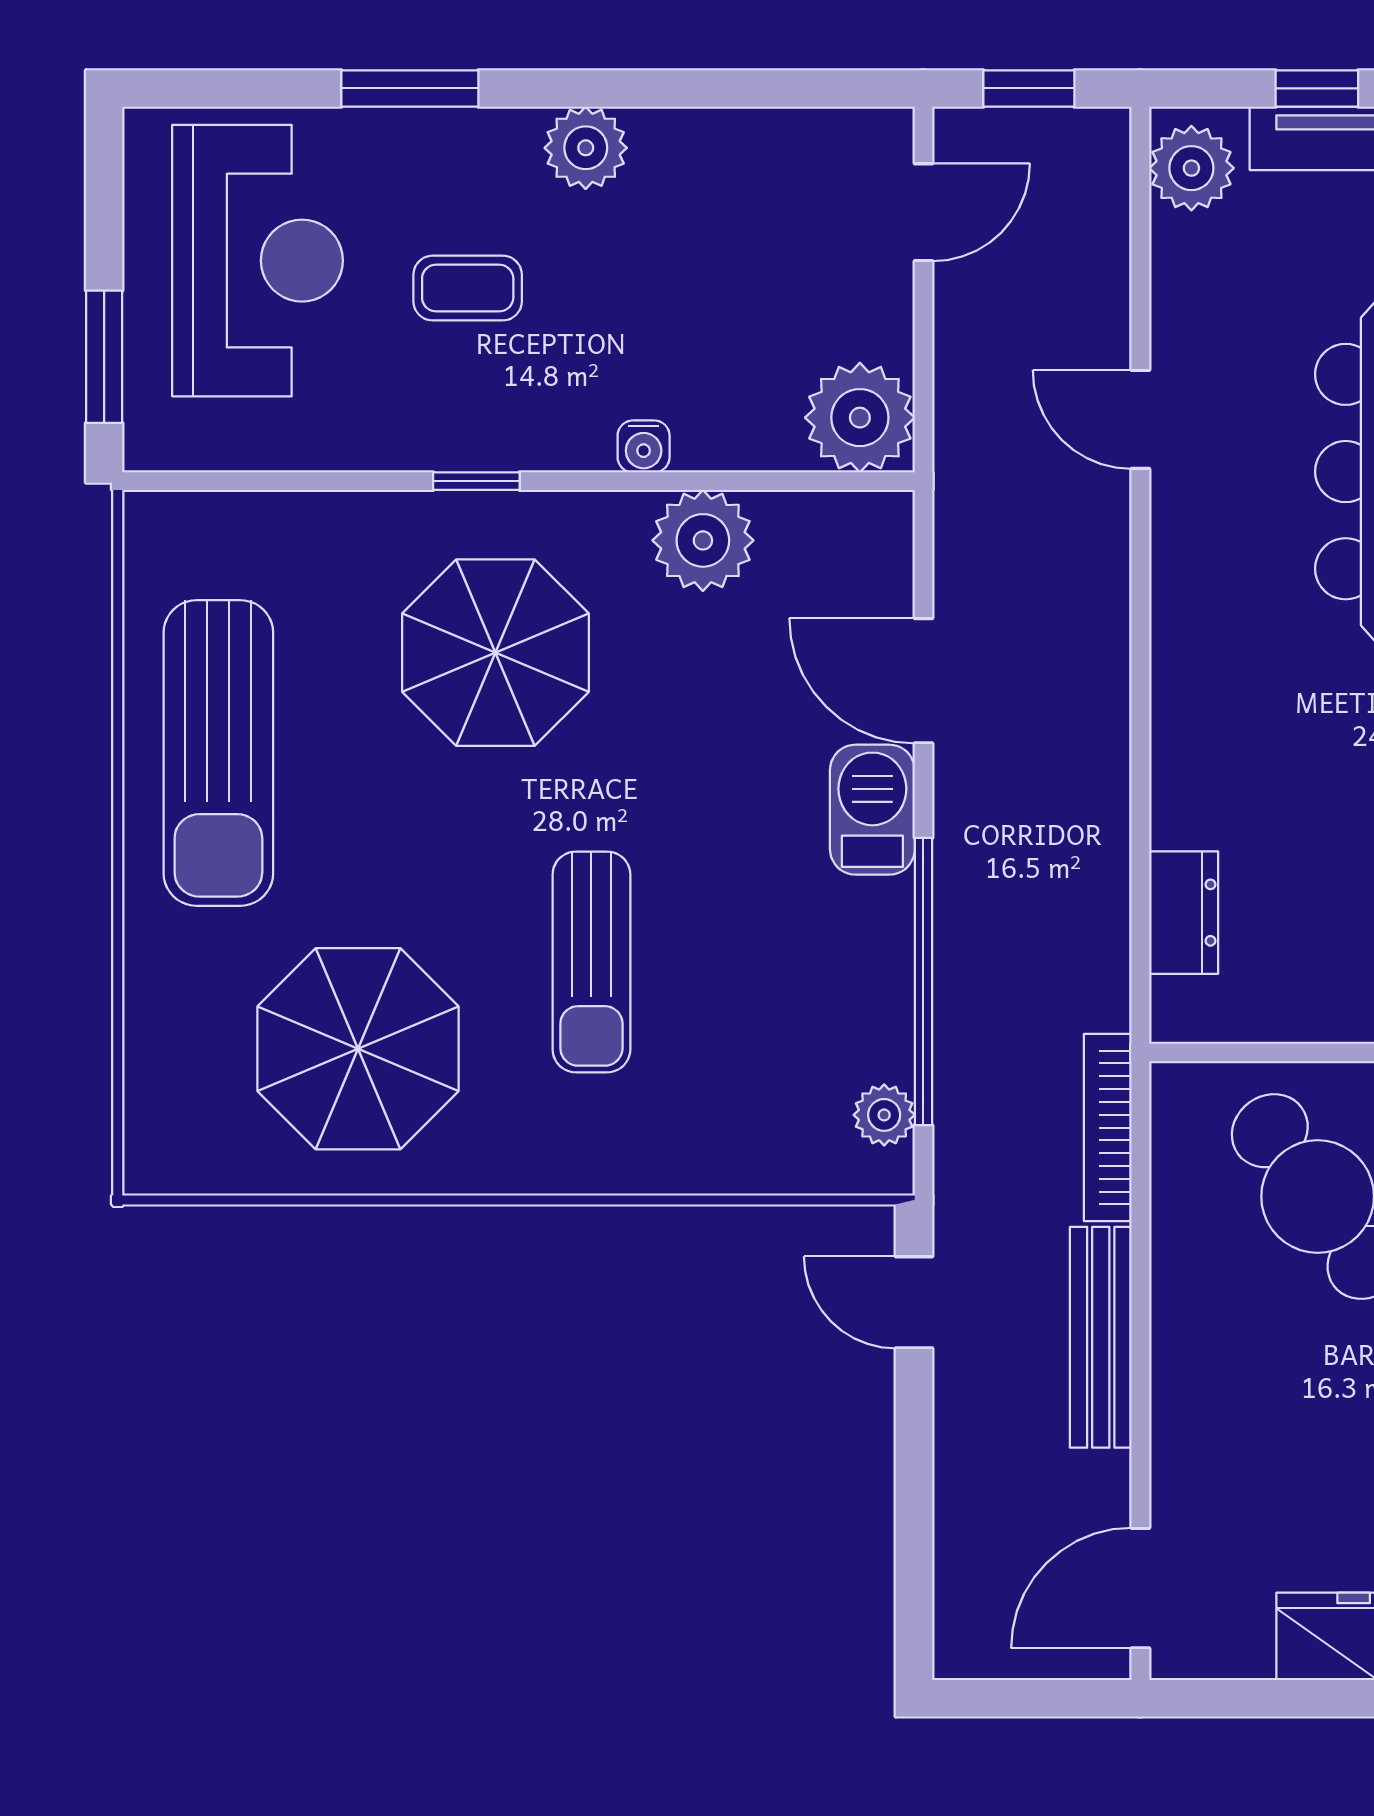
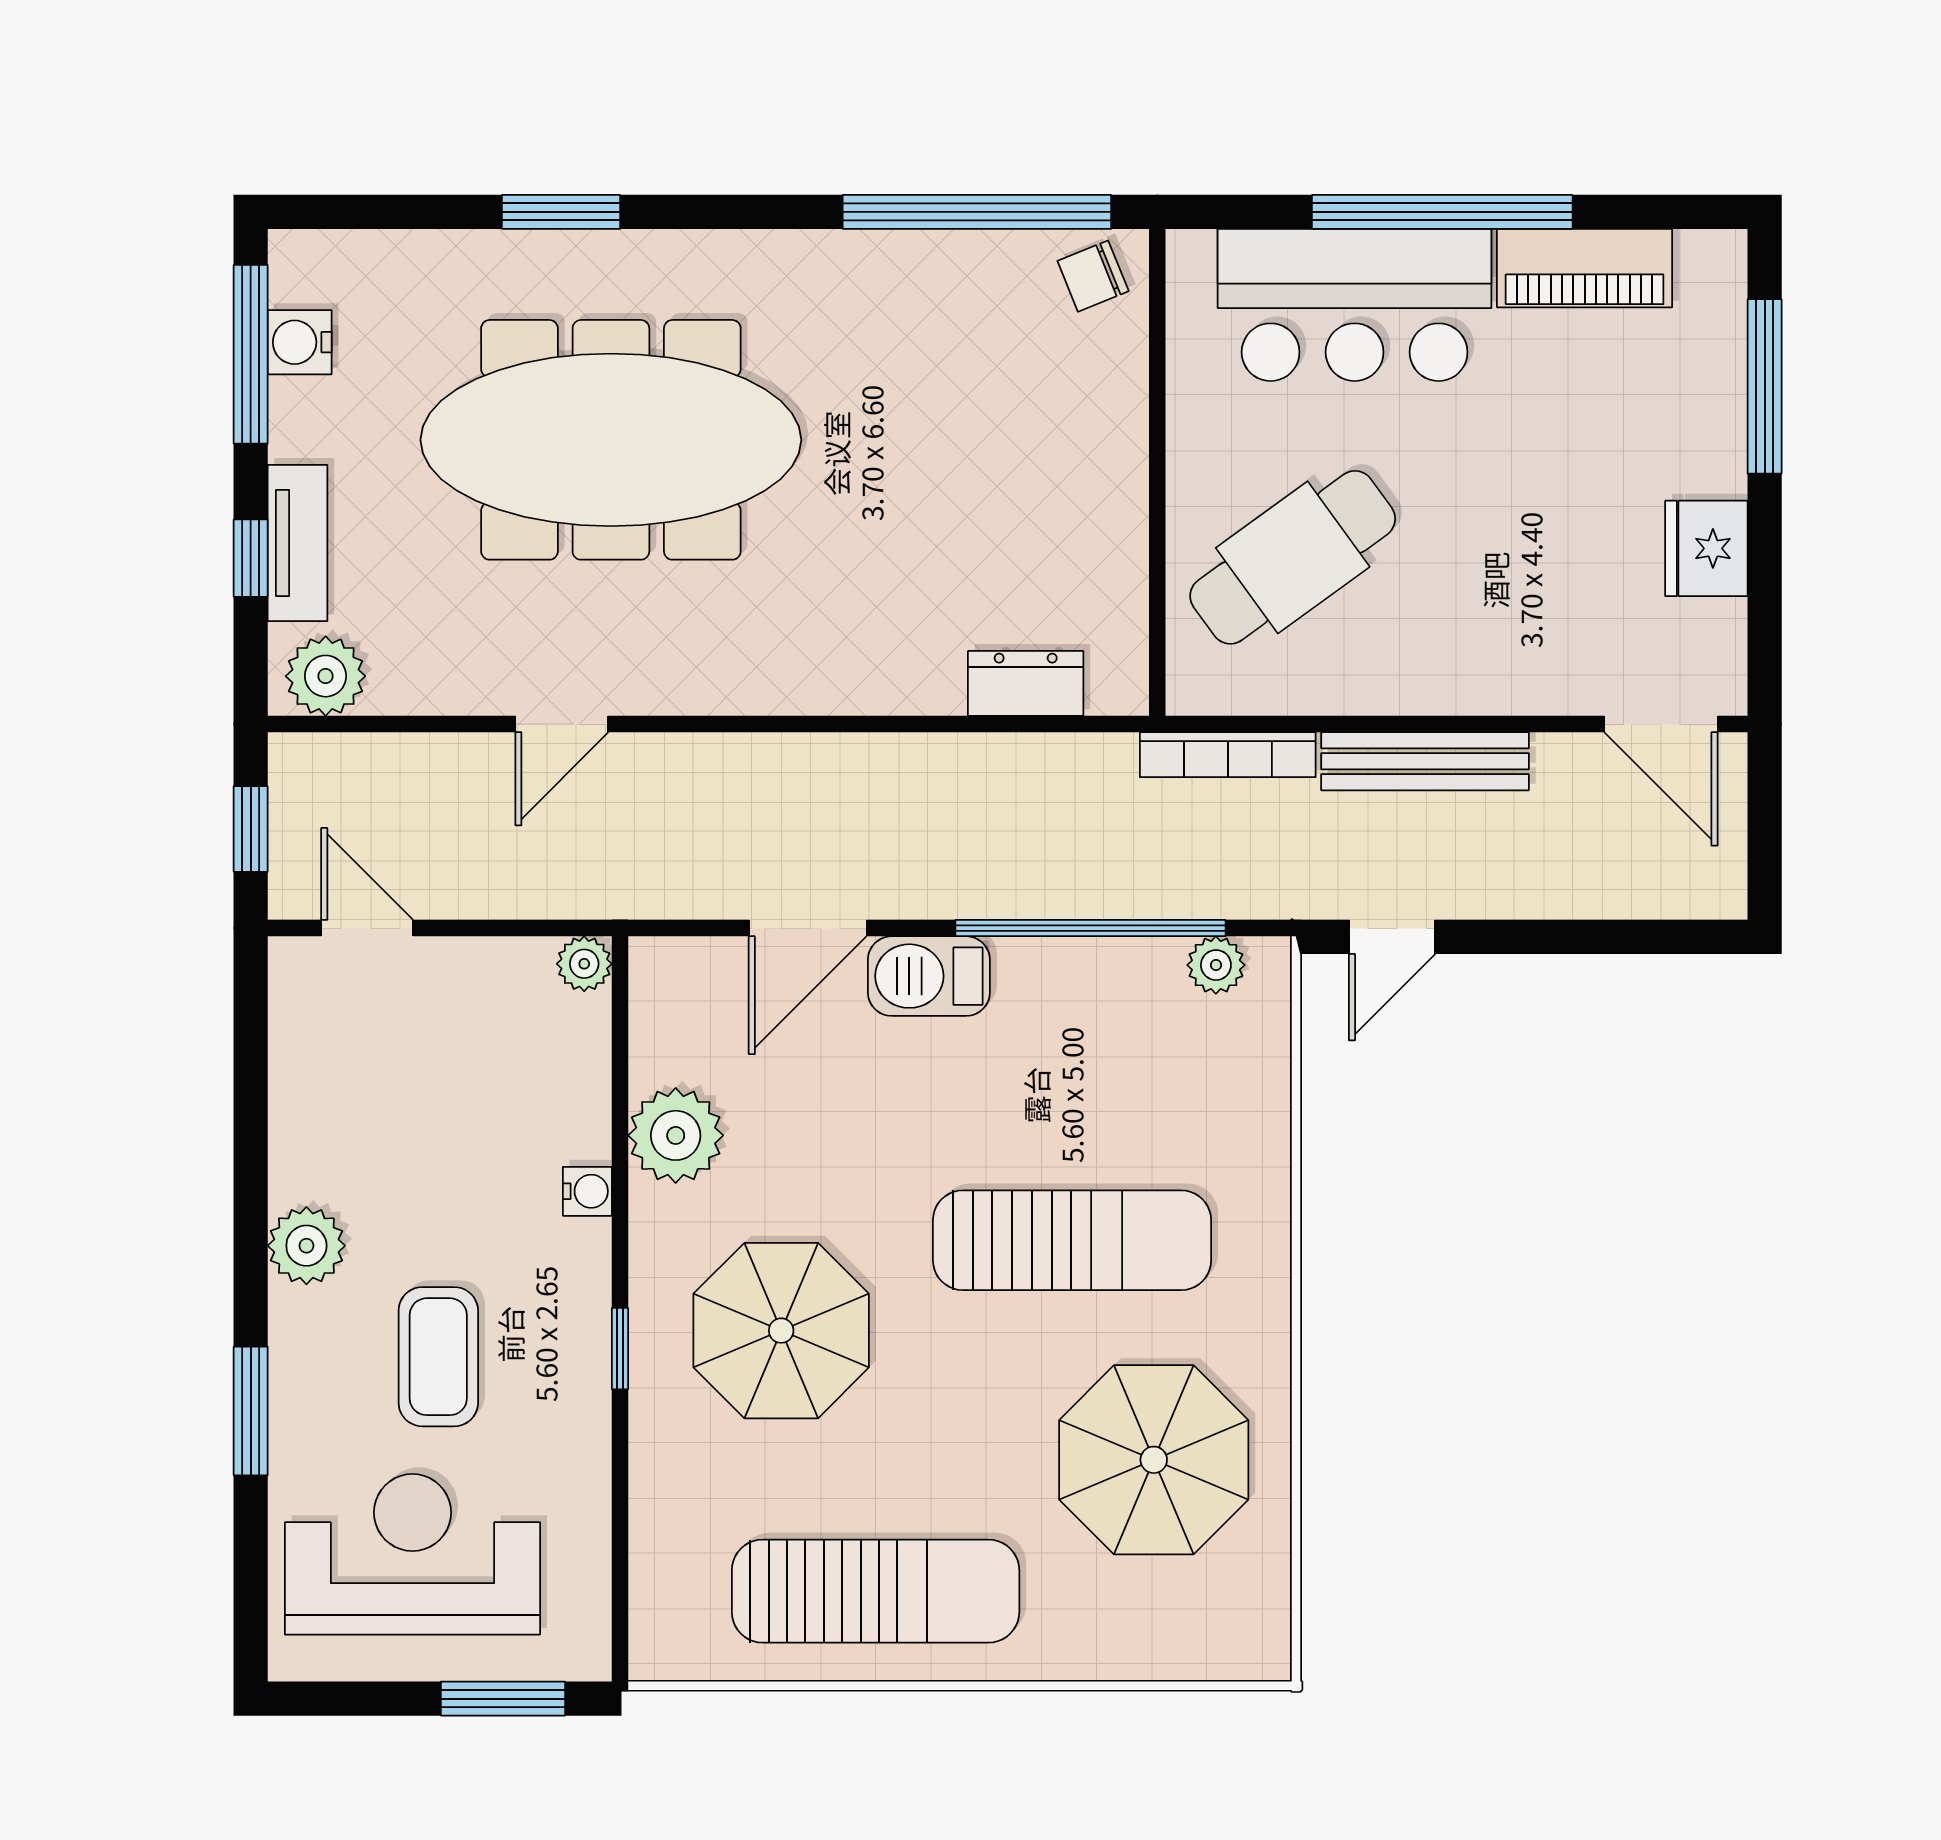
coffee table: (468, 288) -> (438, 1357), width x1.36, depth x1.30
plant: (860, 418) -> (584, 964), width x0.53, depth x0.53
sun lounger: (591, 962) -> (1072, 1240), width x1.36, depth x1.34

